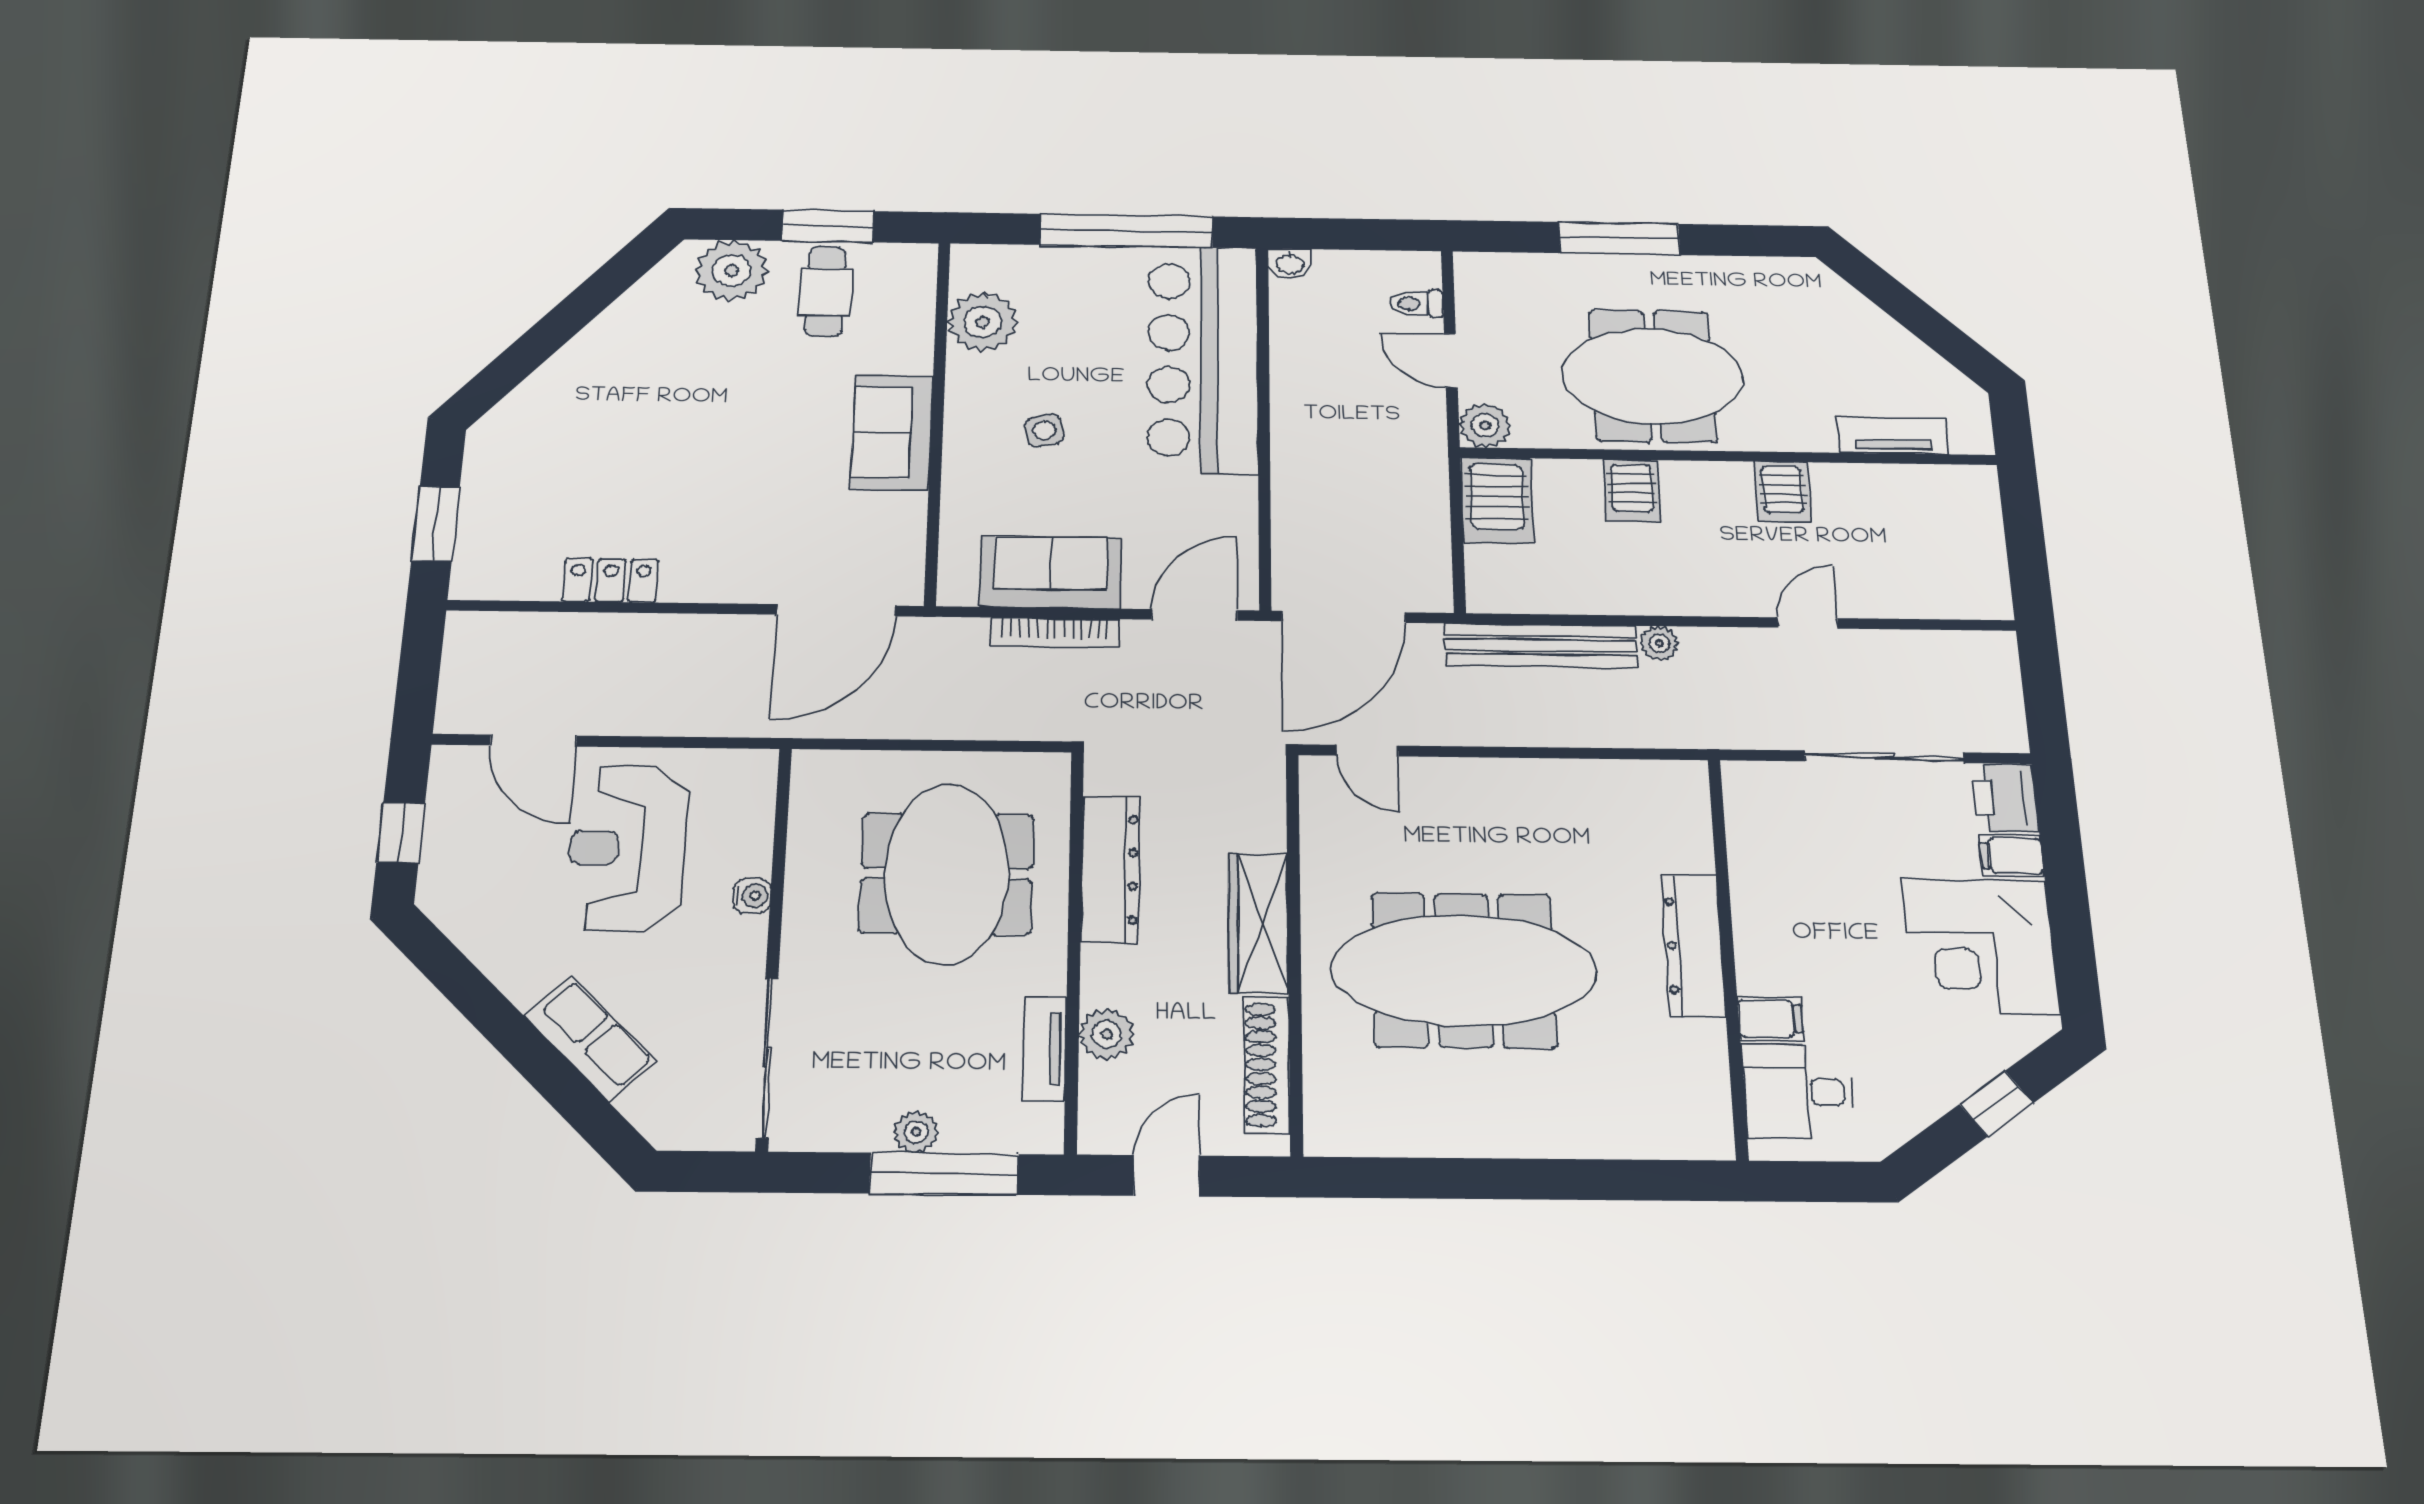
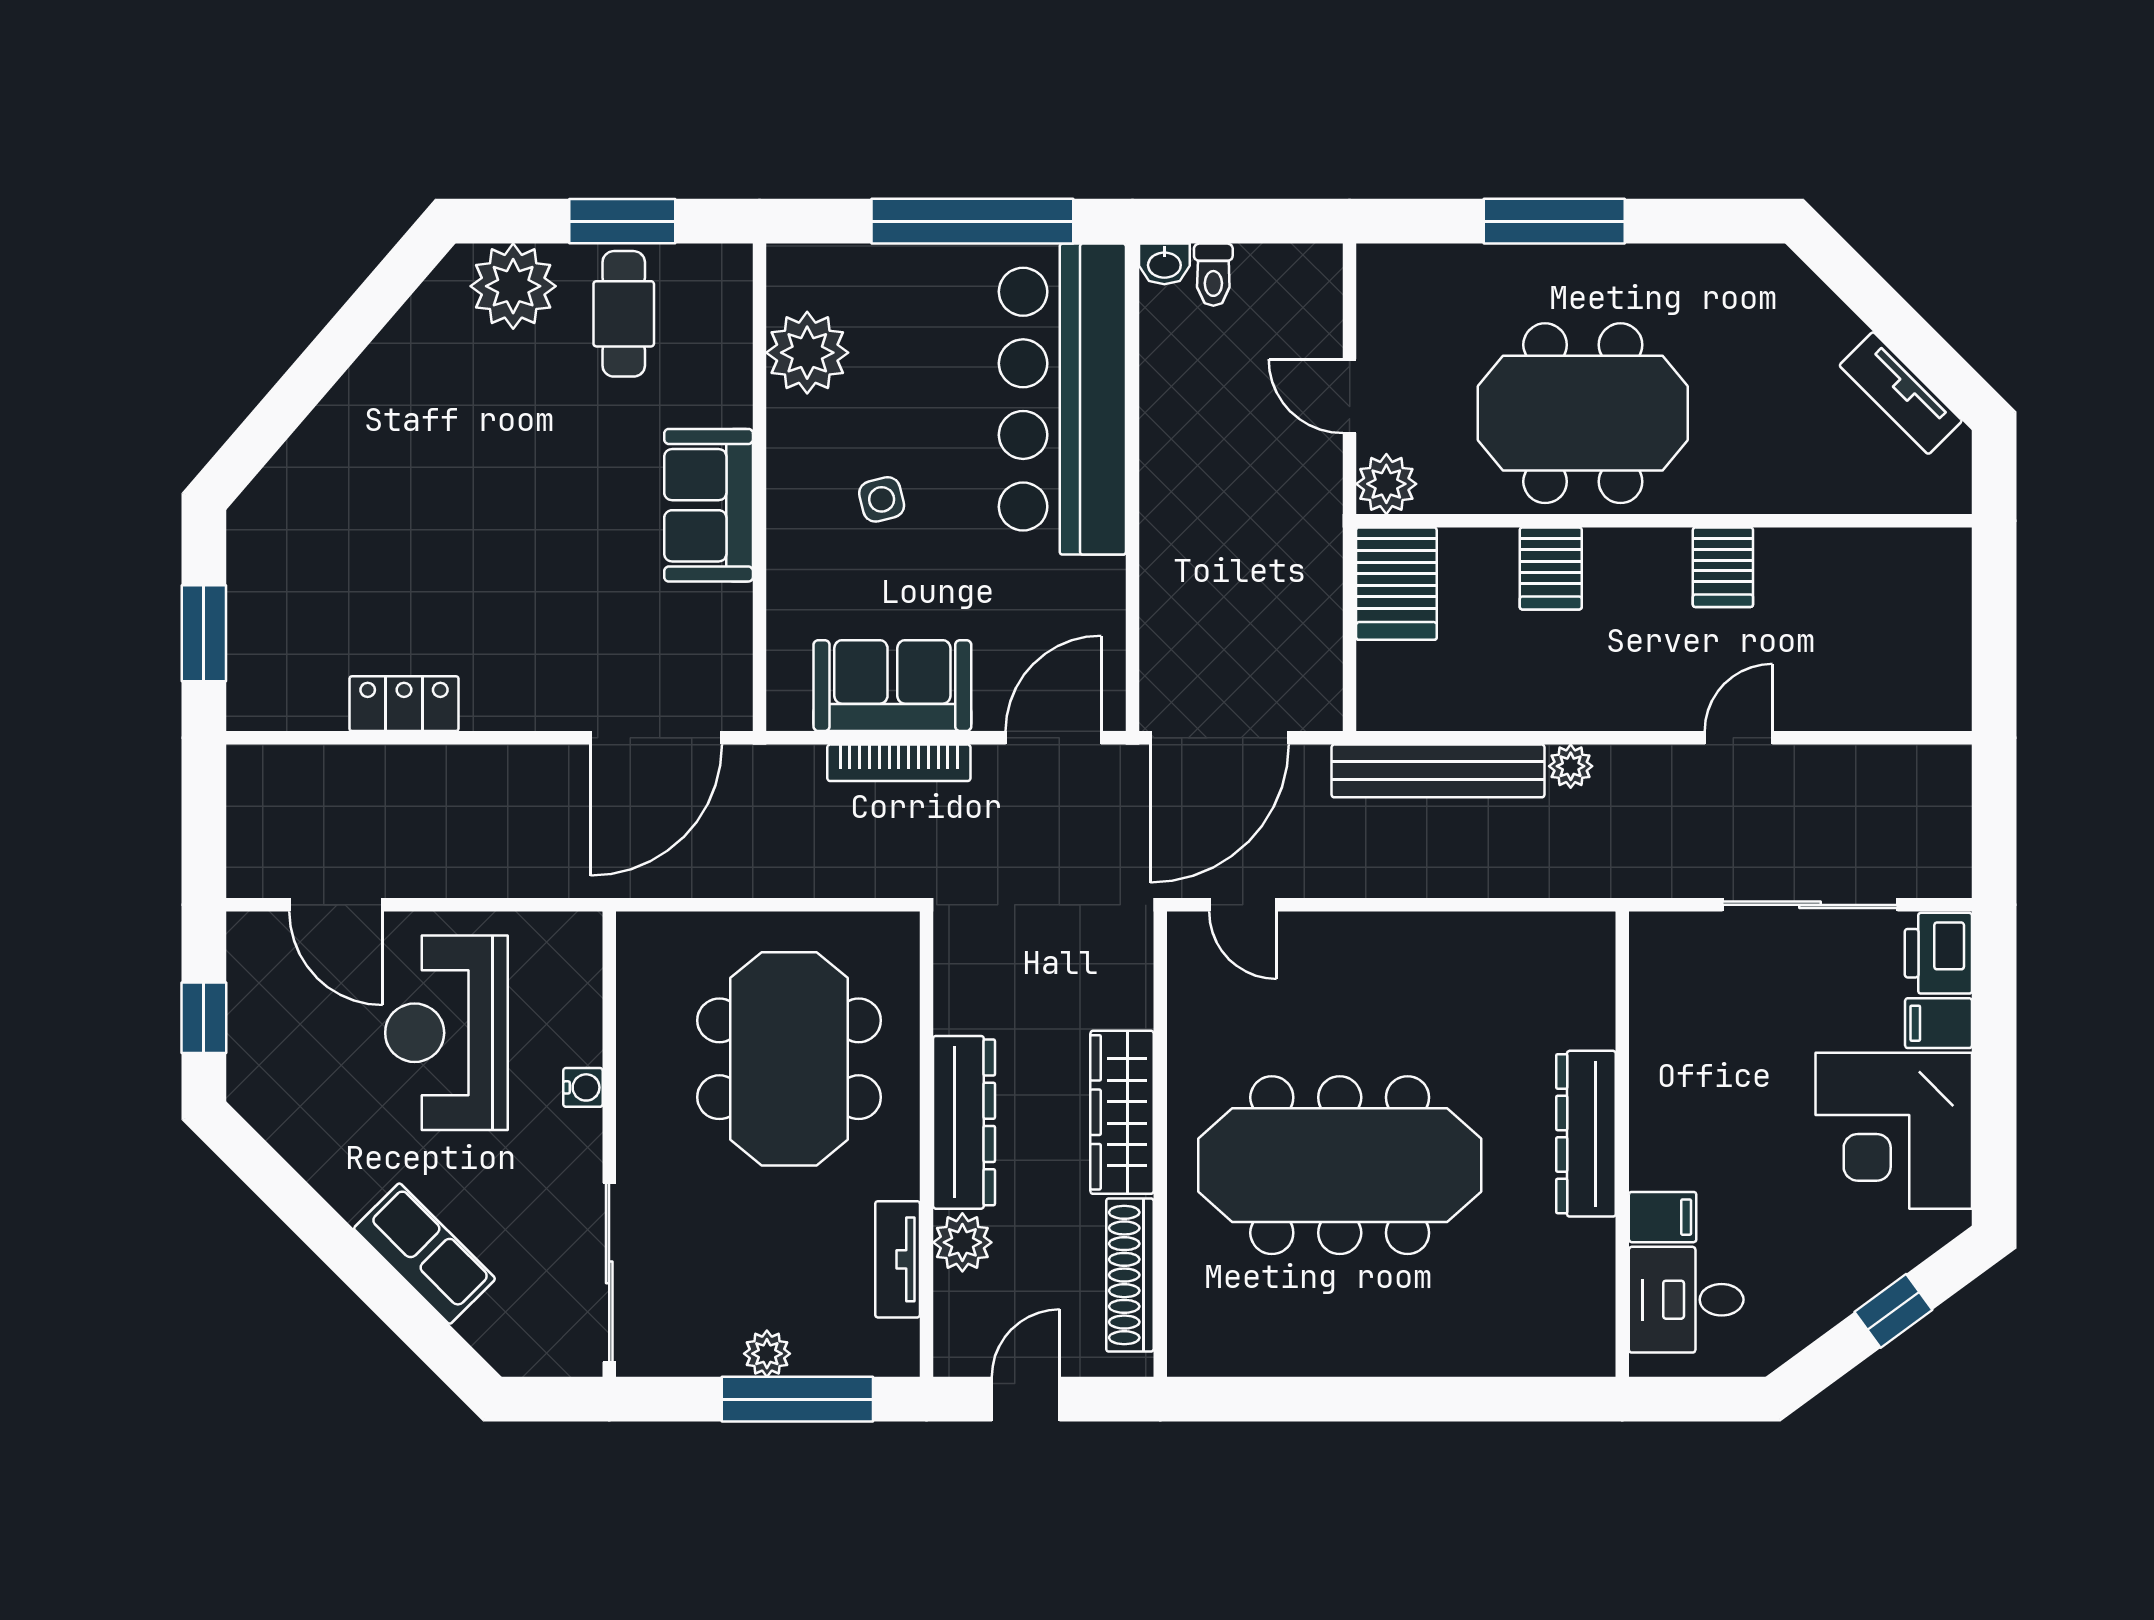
toilet: (1416, 303) -> (1213, 275), moved, turned -90
tv unit: (1893, 436) -> (1901, 393), moved, turned -135
dresser: (1110, 869) -> (964, 1122), moved

